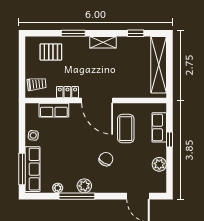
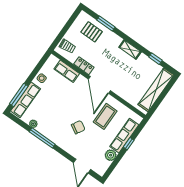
window: (73, 33) -> (106, 24), moved
row of seats: (159, 127) -> (124, 136), width x1.48
plant: (84, 186) -> (52, 135), removed

